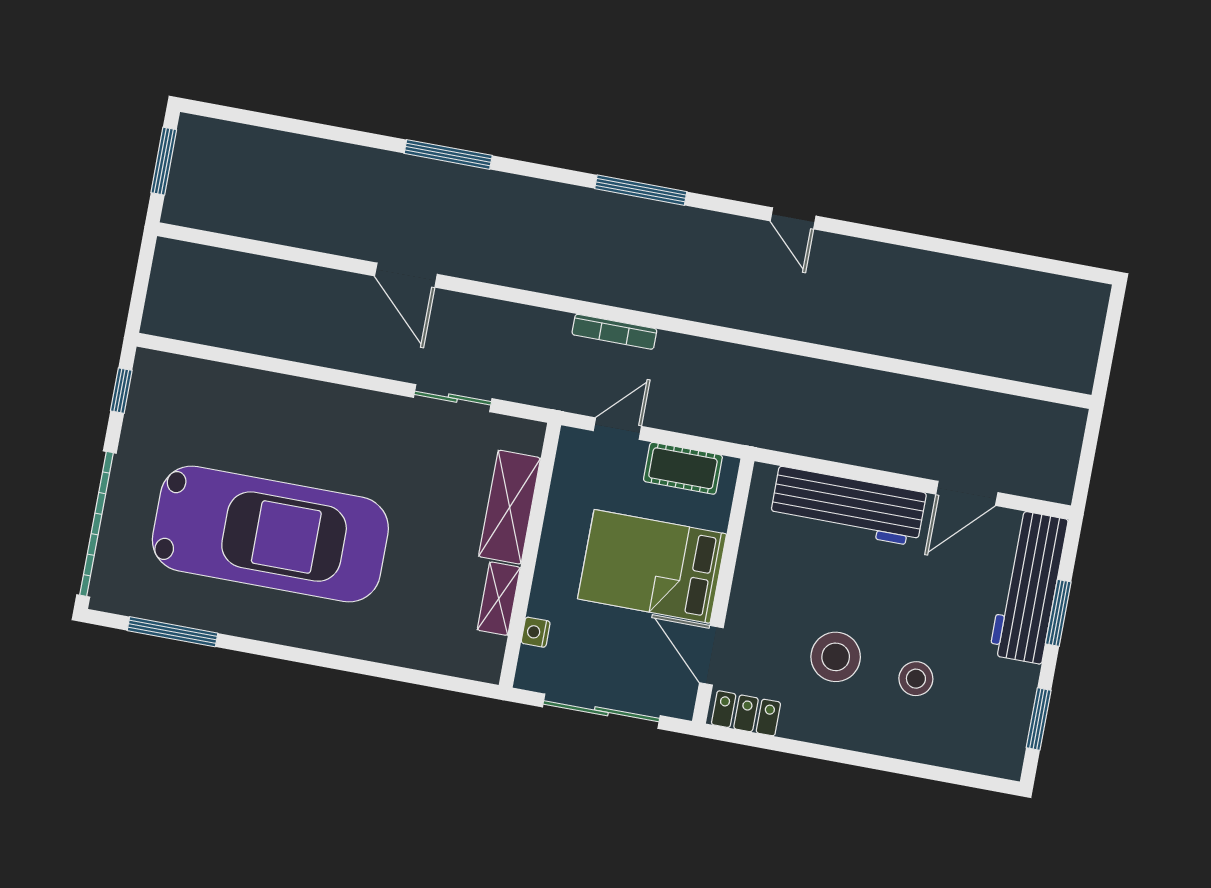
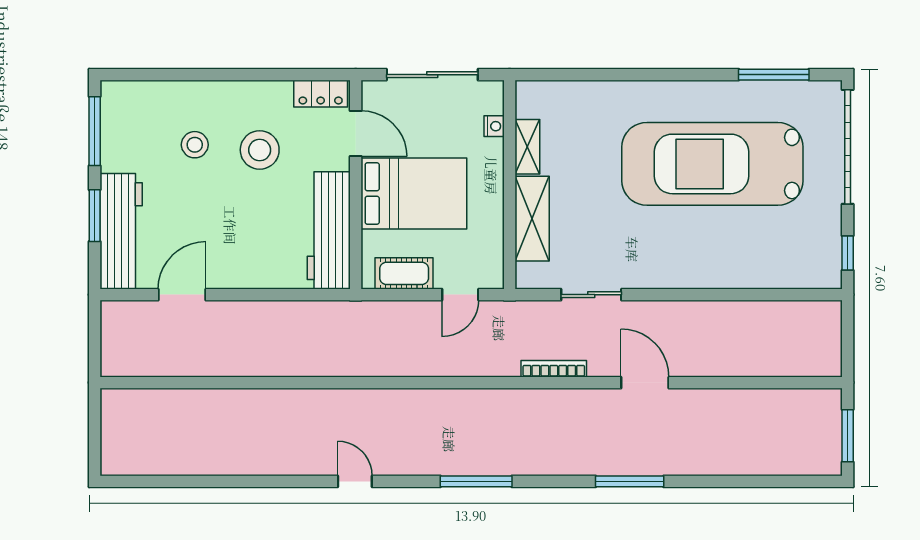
bookcase: (614, 332) -> (554, 369), moved
workbench: (848, 506) -> (329, 230), moved, turned -90
window: (1039, 719) -> (95, 131), width x1.44

